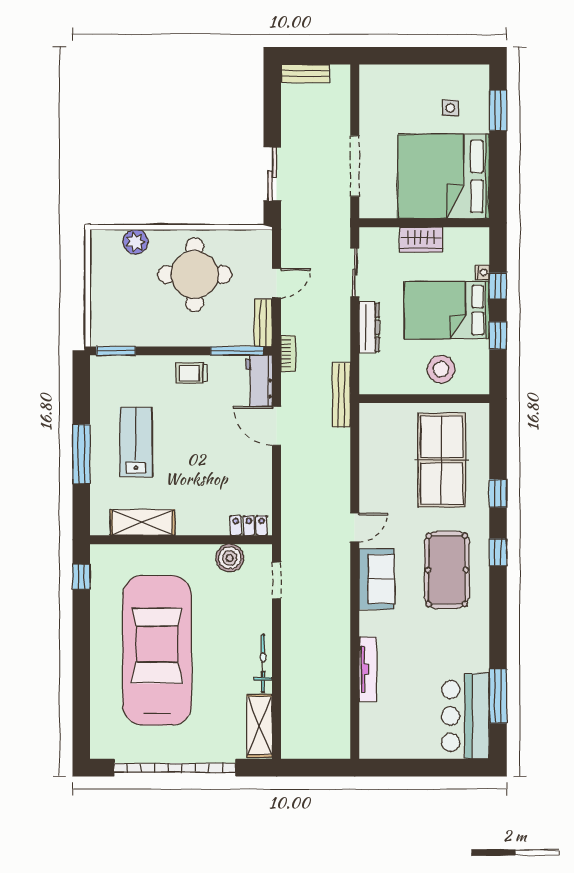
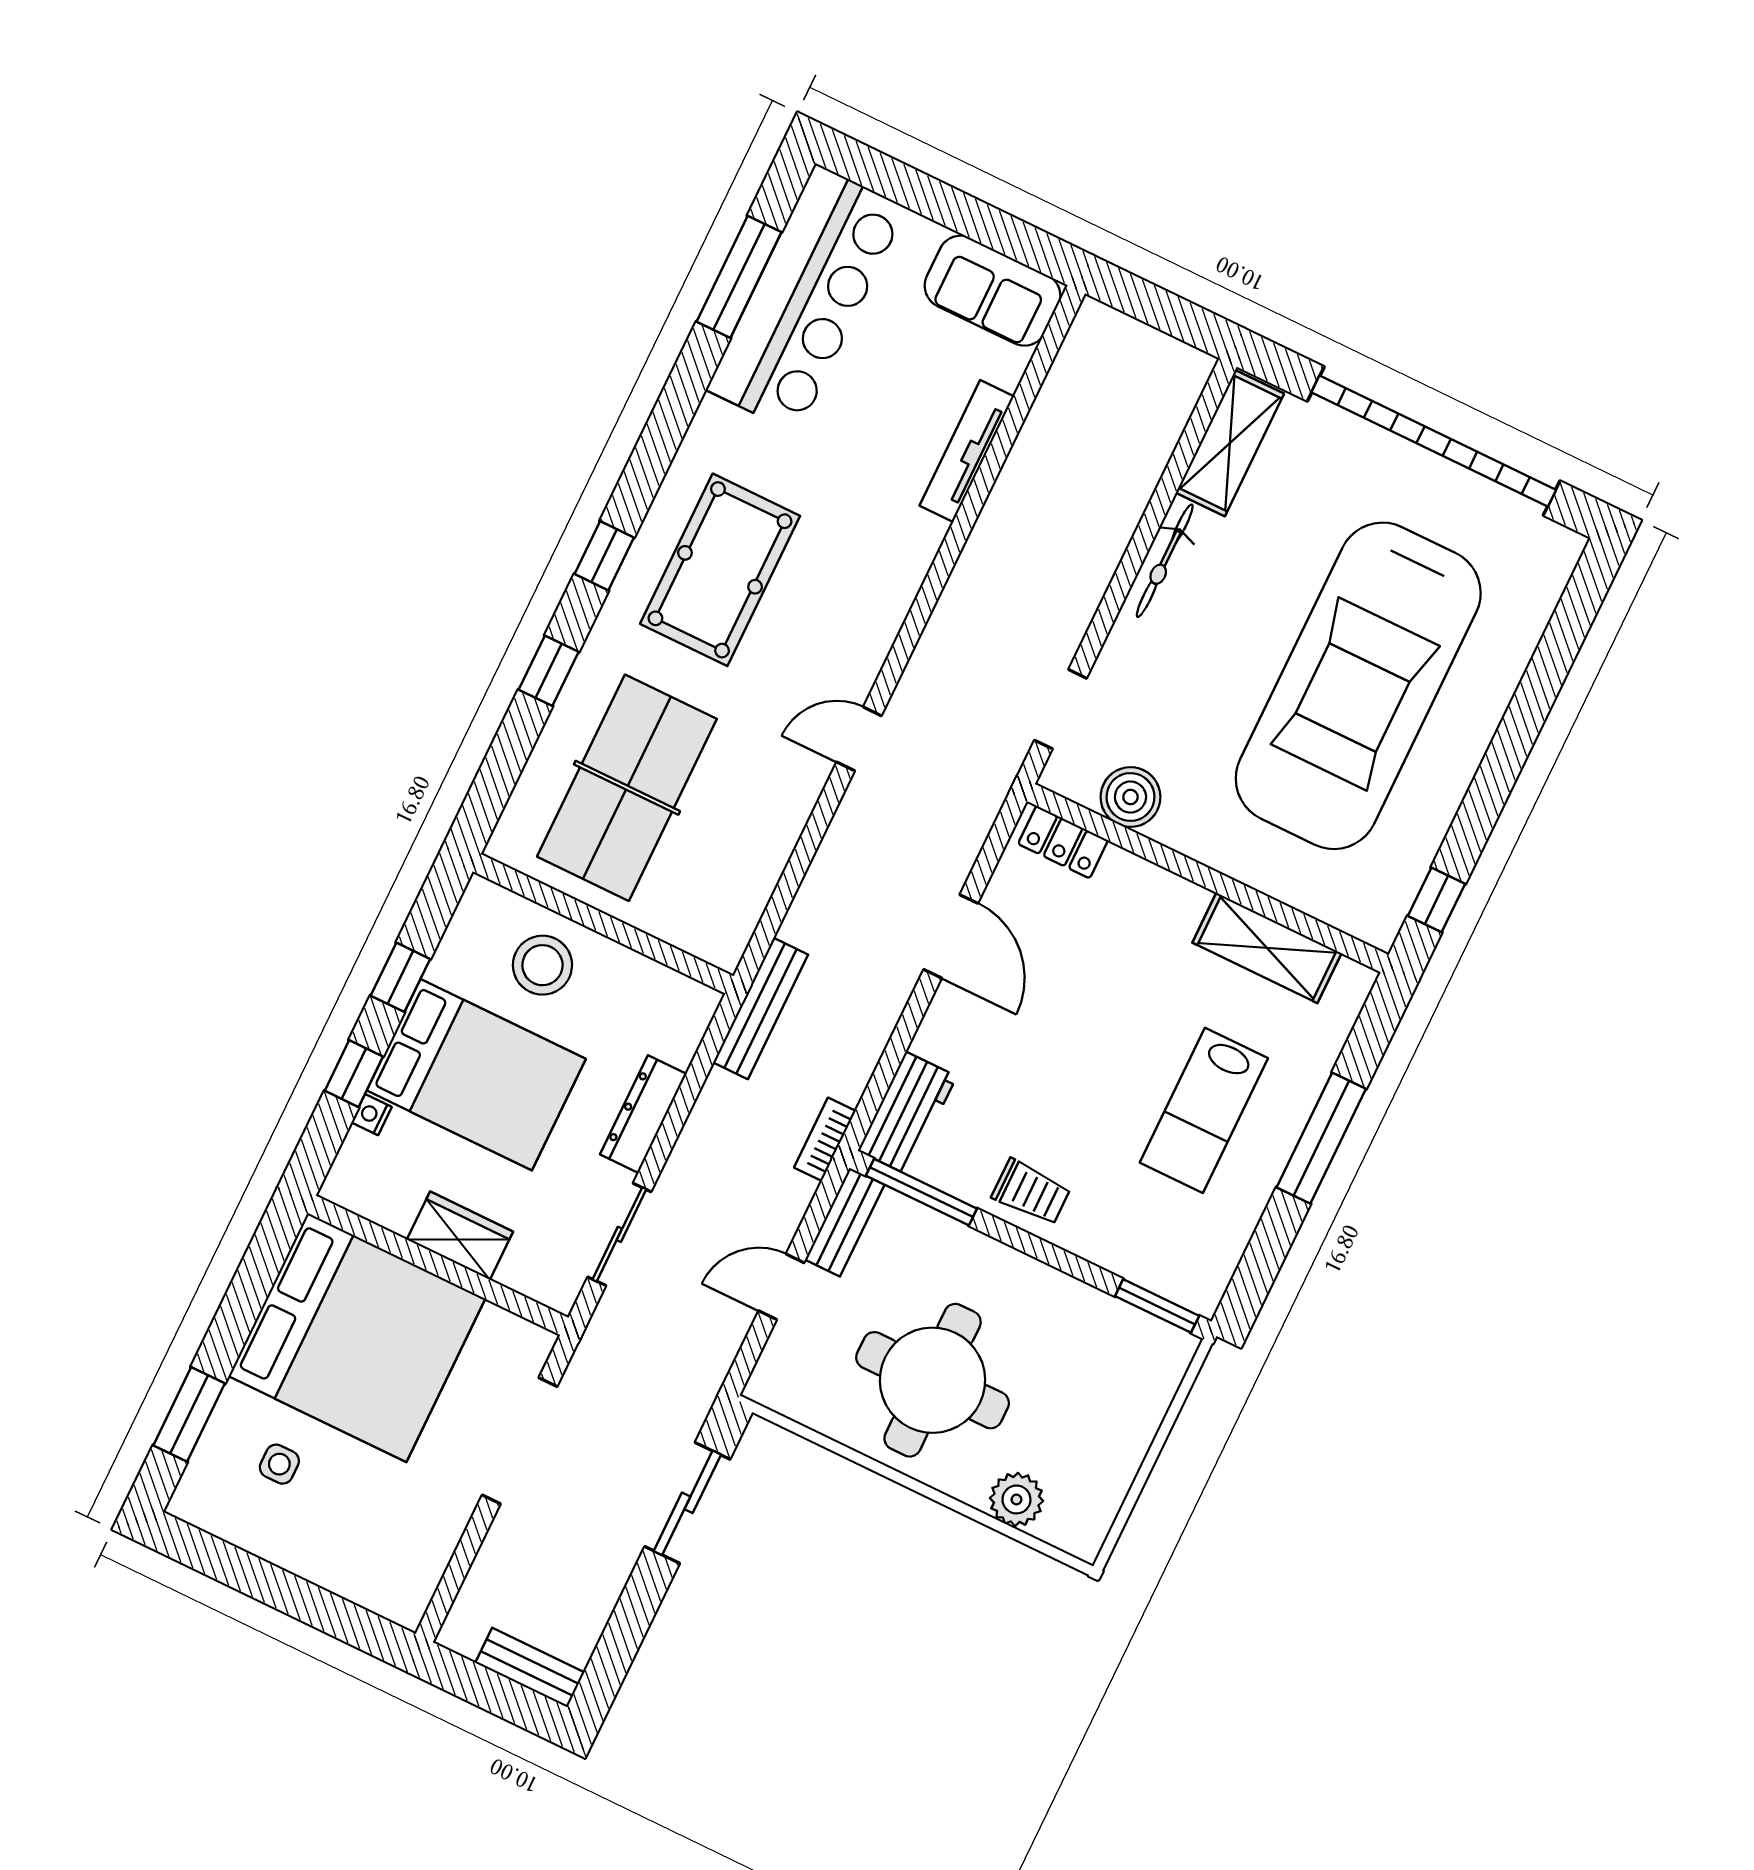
door: (277, 426) -> (951, 936), moved
sofa: (377, 579) -> (992, 291), moved, turned -90
bar counter: (465, 716) -> (806, 299), width x1.36

